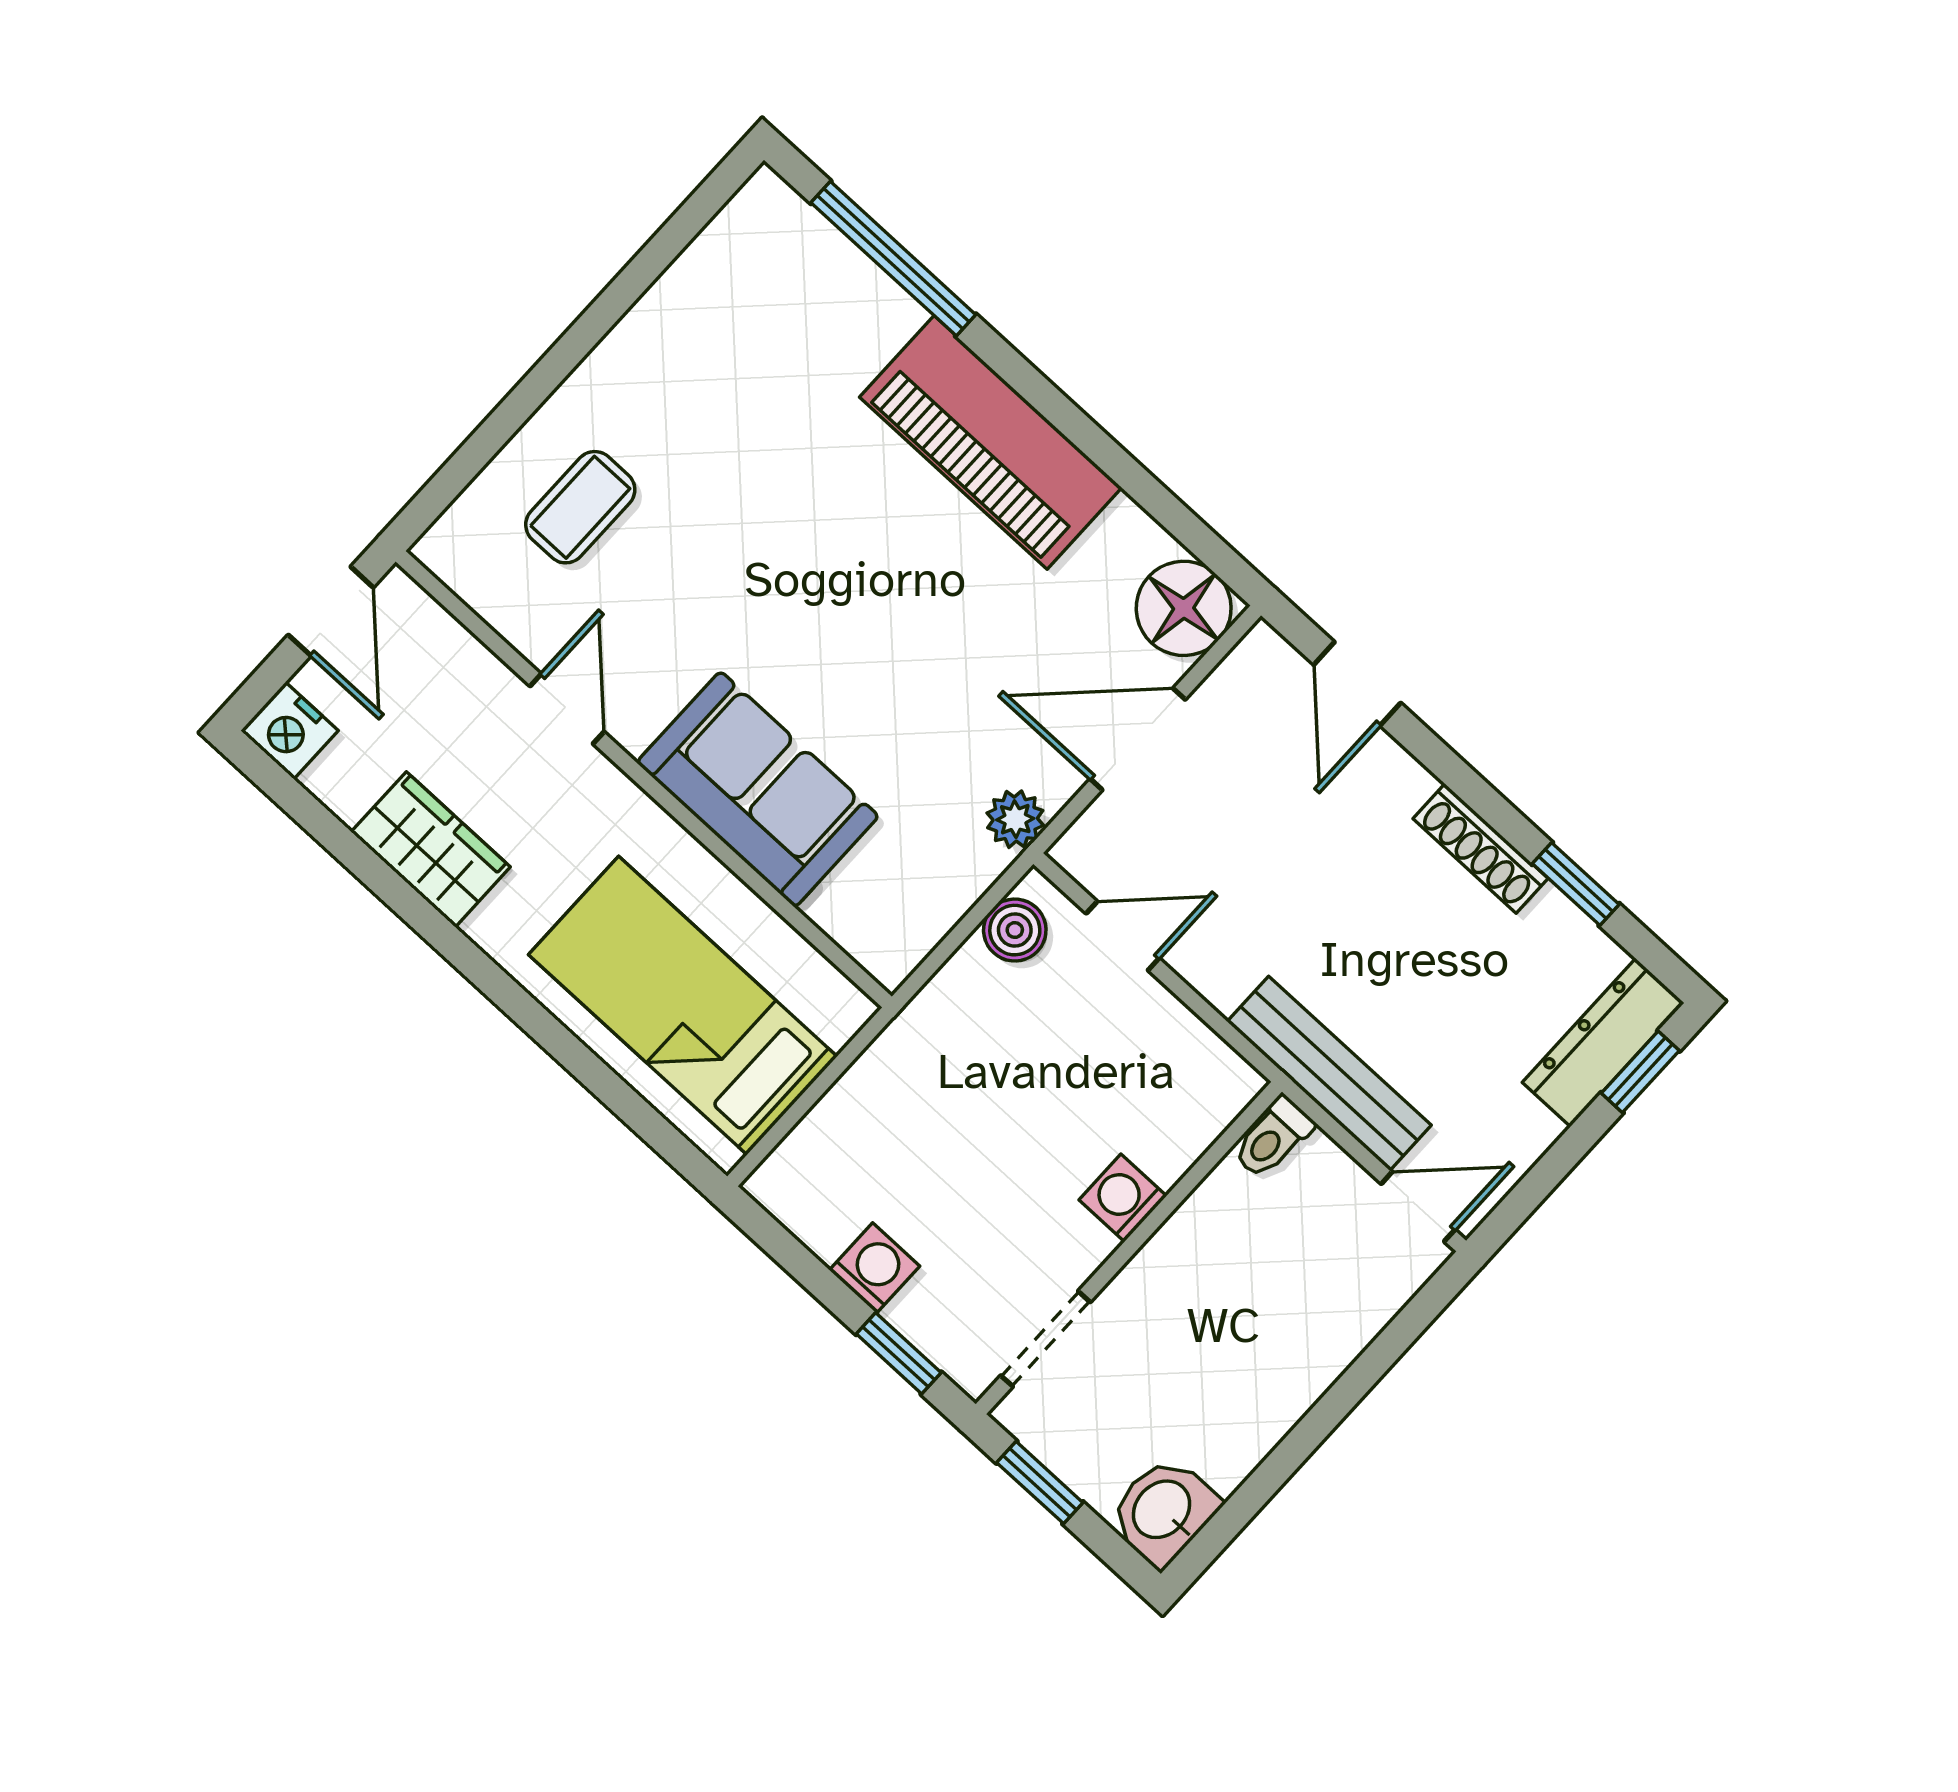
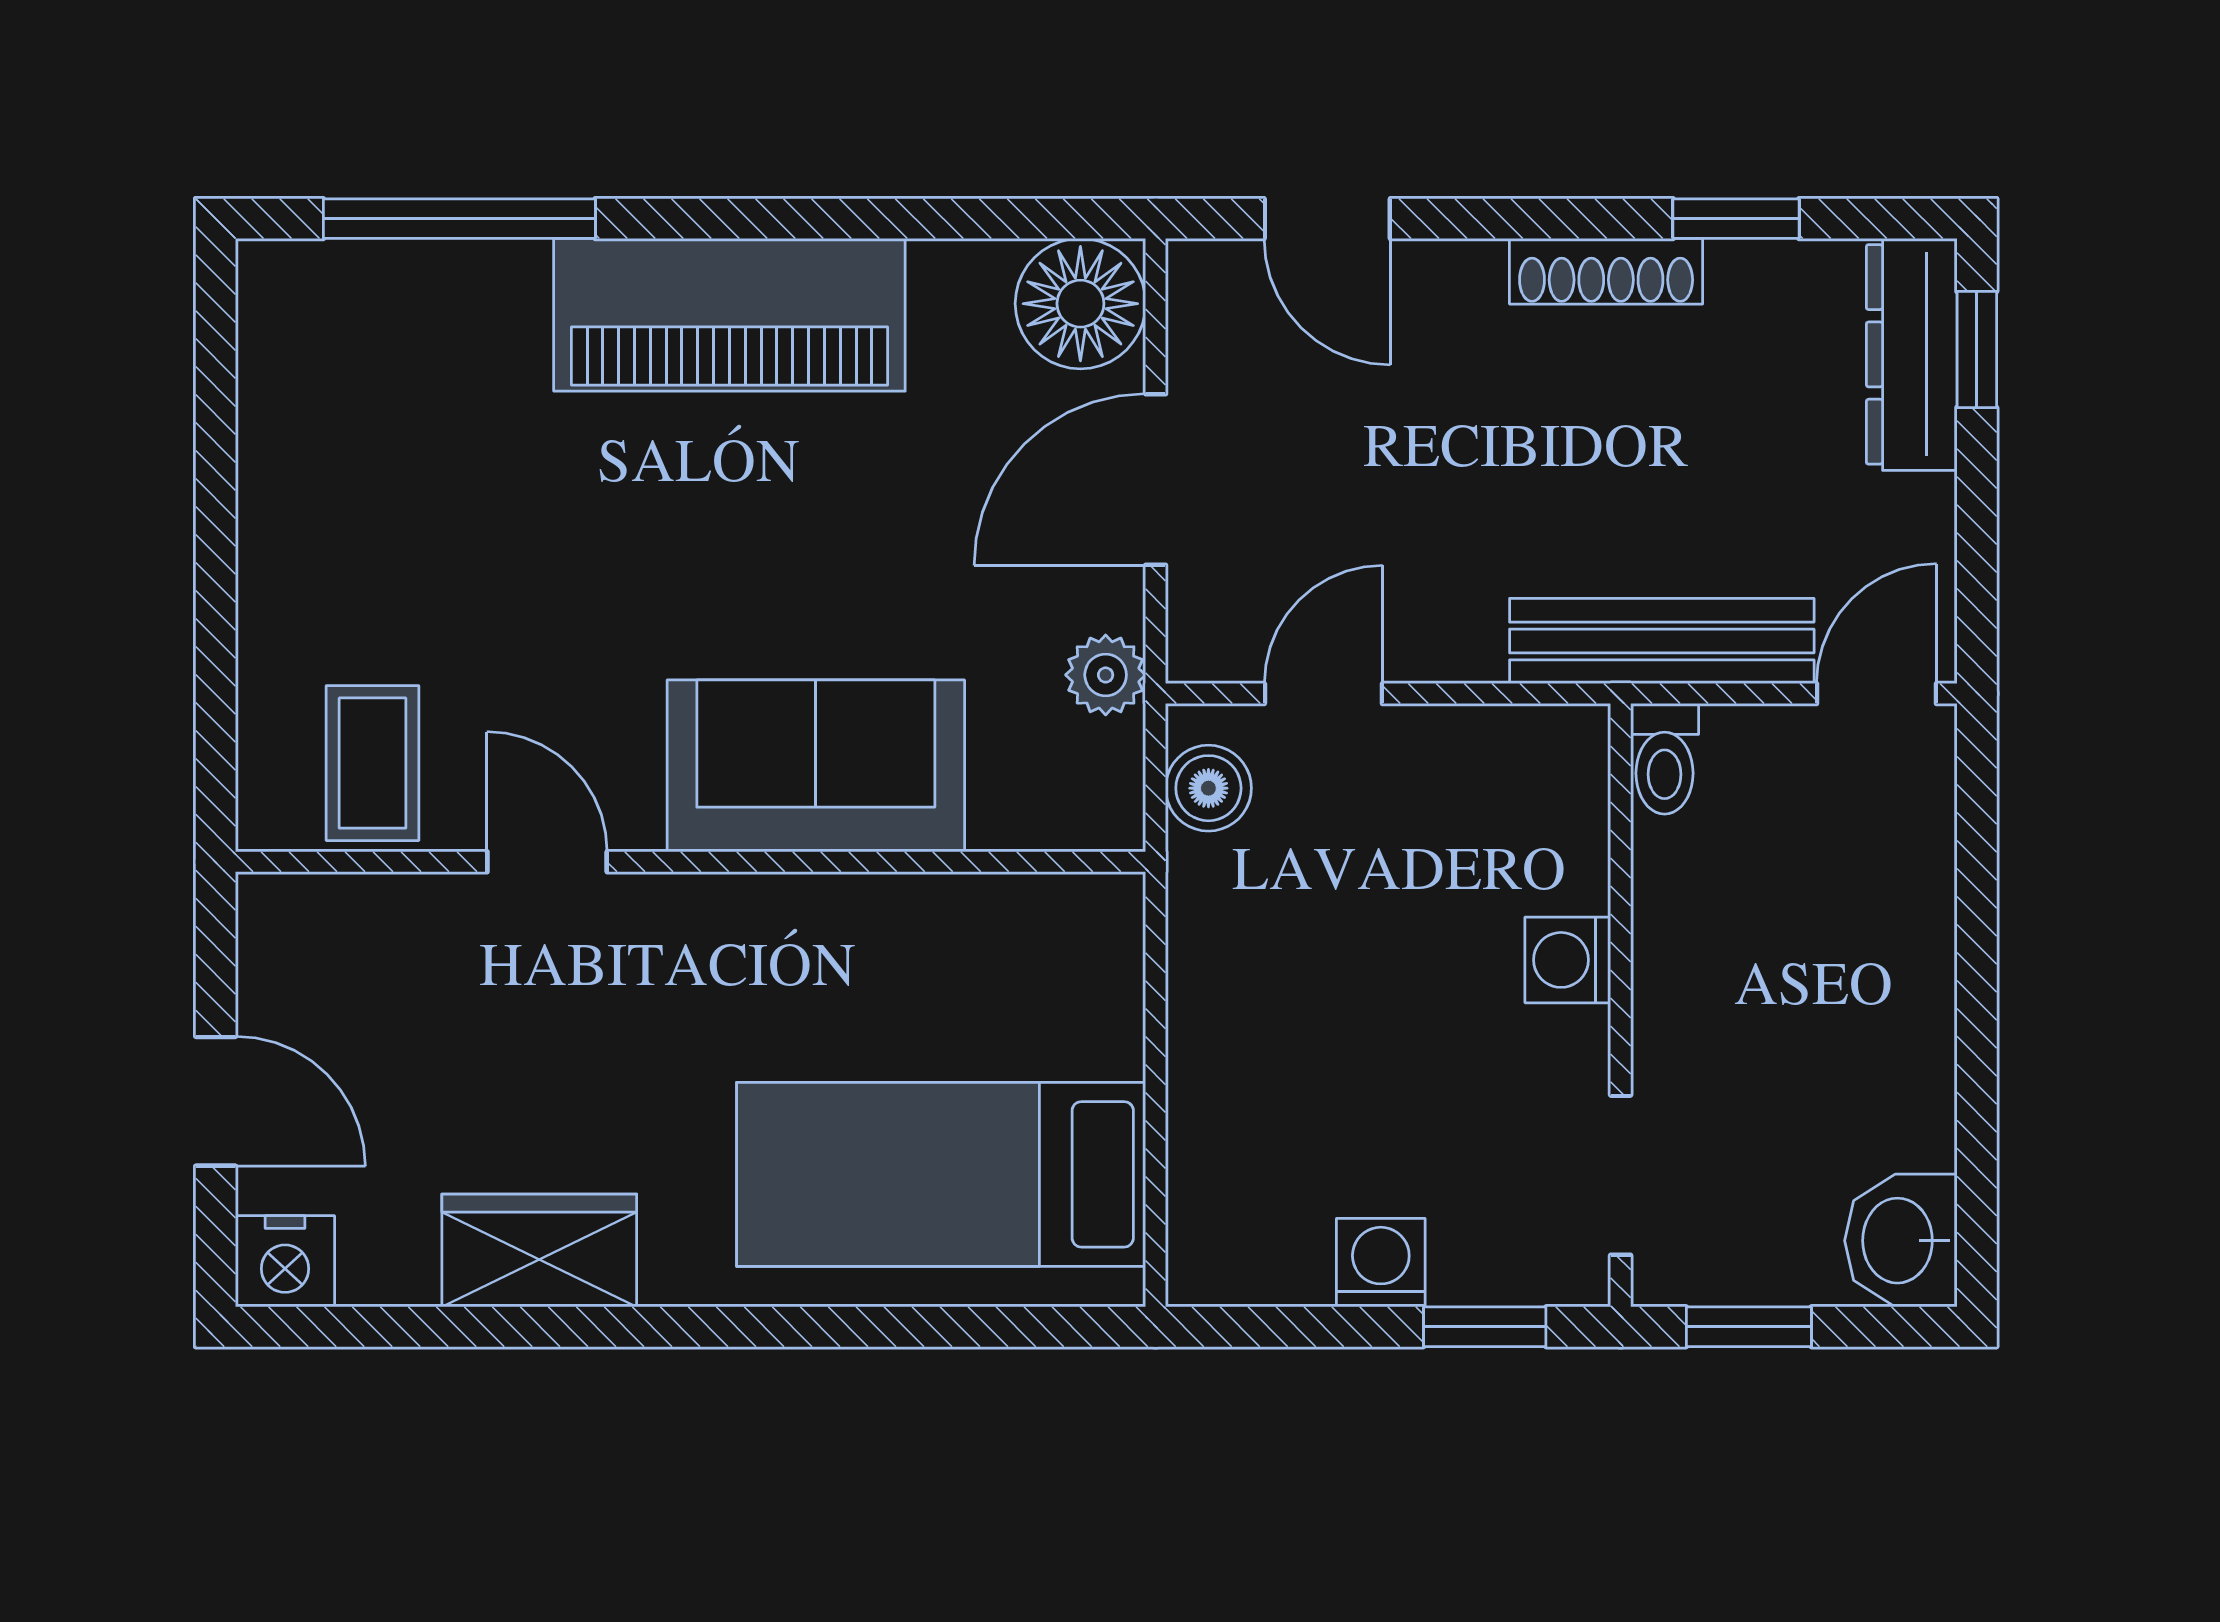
door: (567, 709) -> (547, 862), moved
wall: (644, 779) -> (691, 862), moved
sofa: (758, 789) -> (816, 766), moved

